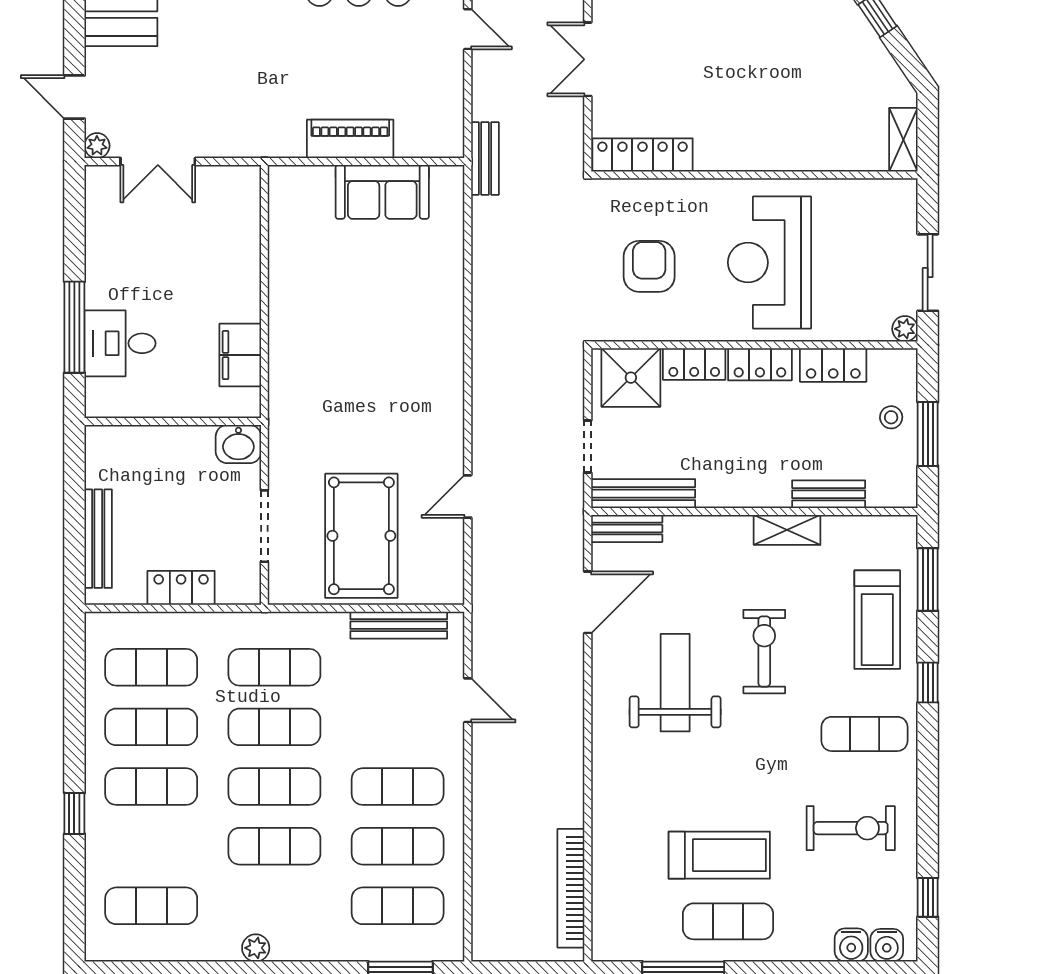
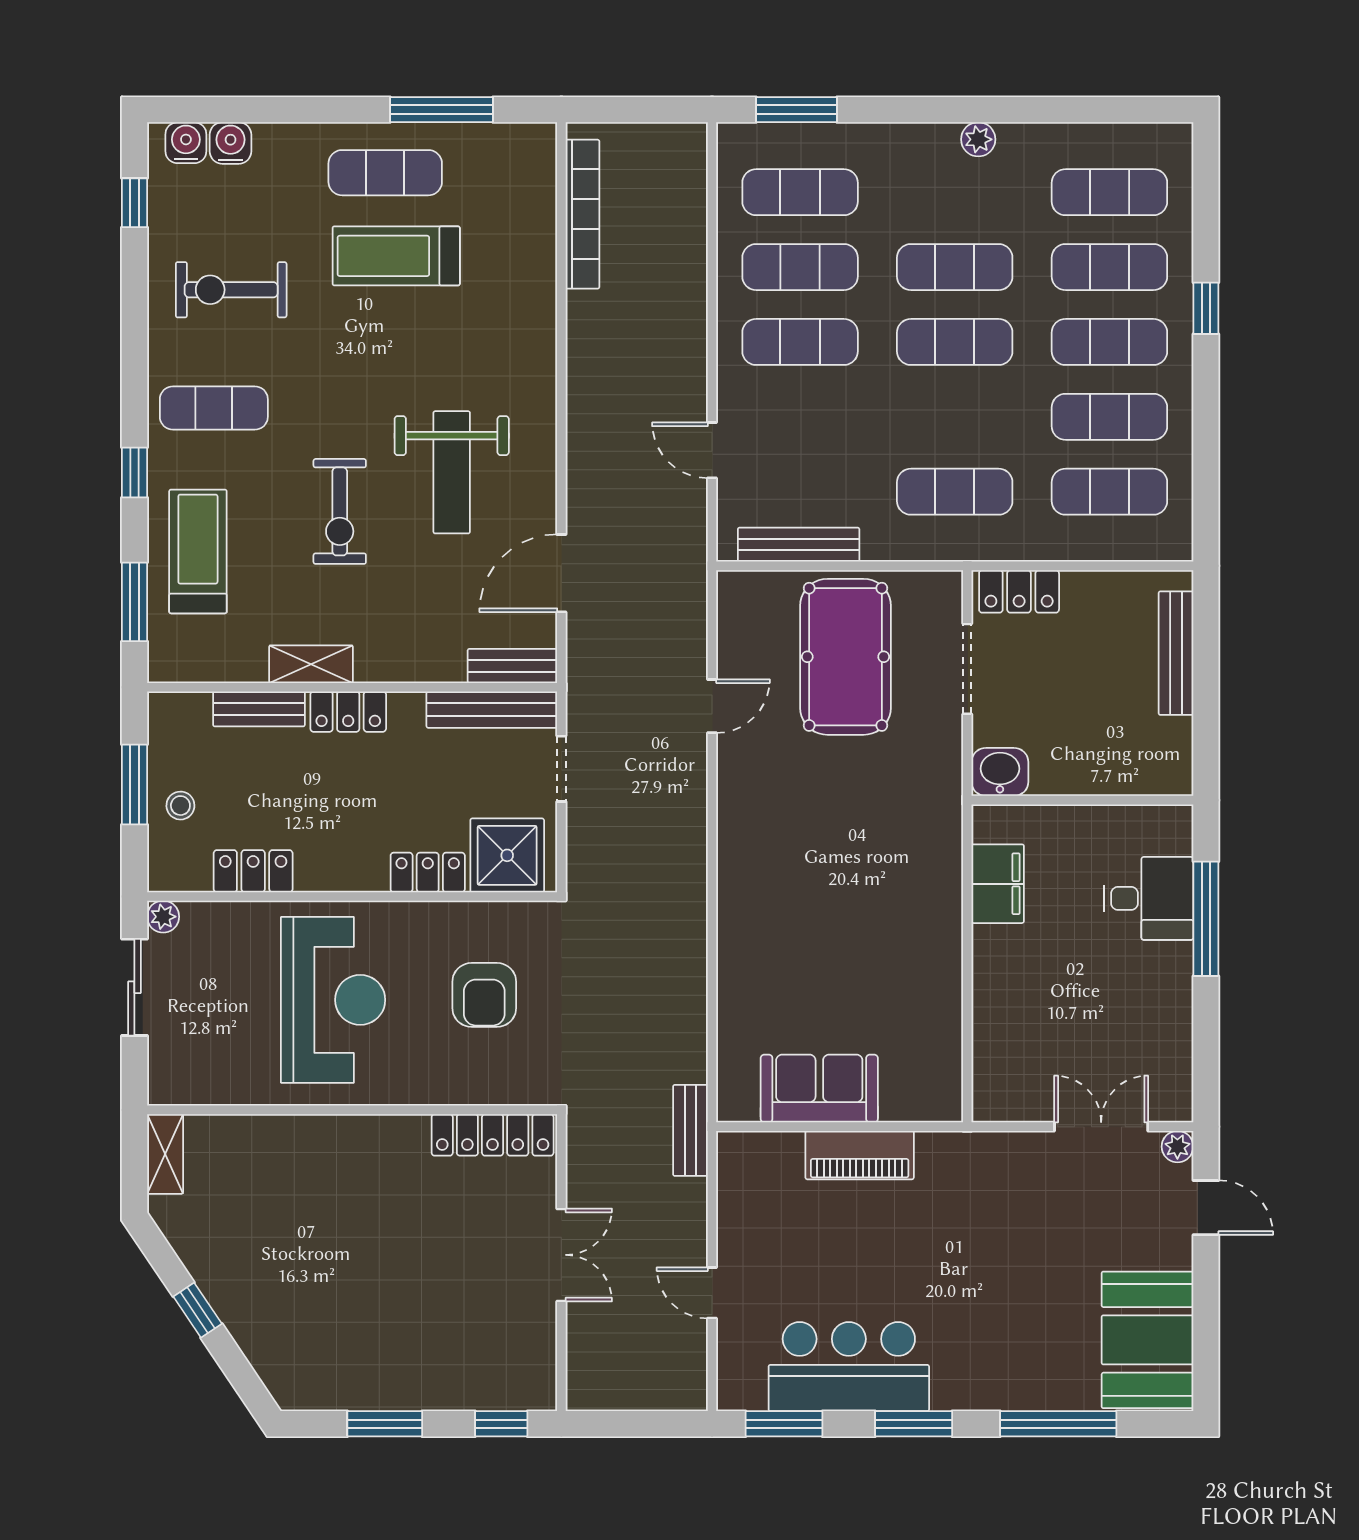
locker: (760, 364) -> (348, 712), moved, turned 180
locker: (181, 588) -> (1019, 591), moved
exercise mat: (274, 727) -> (1109, 267), moved

